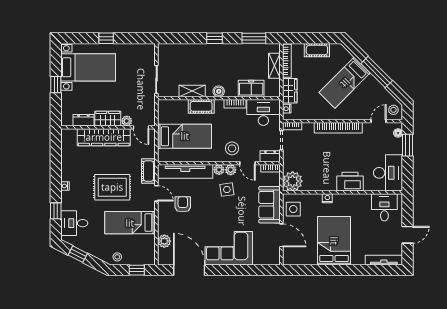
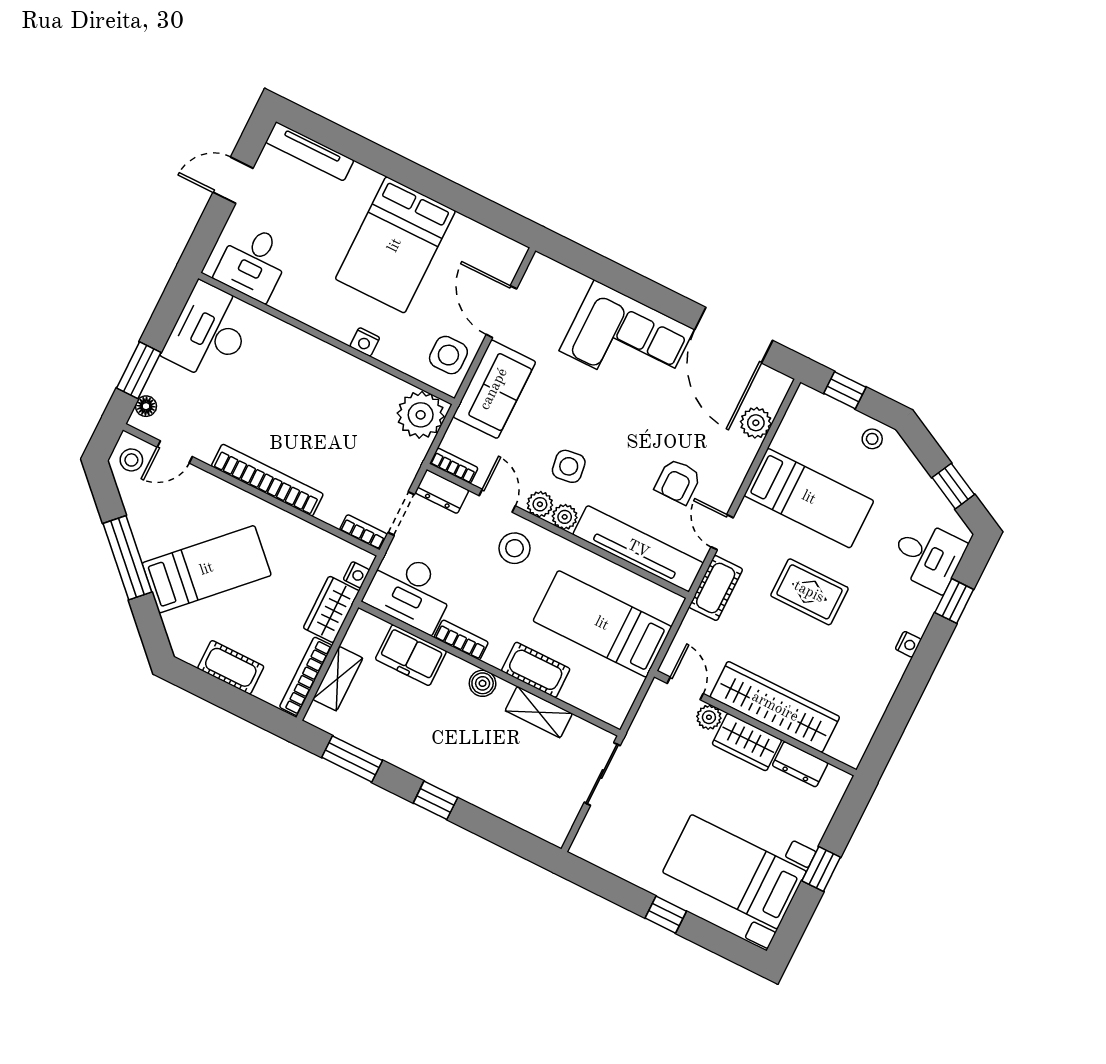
printer: (350, 182) -> (299, 353), removed
rug: (112, 187) -> (809, 592), width x0.73, depth x0.70

